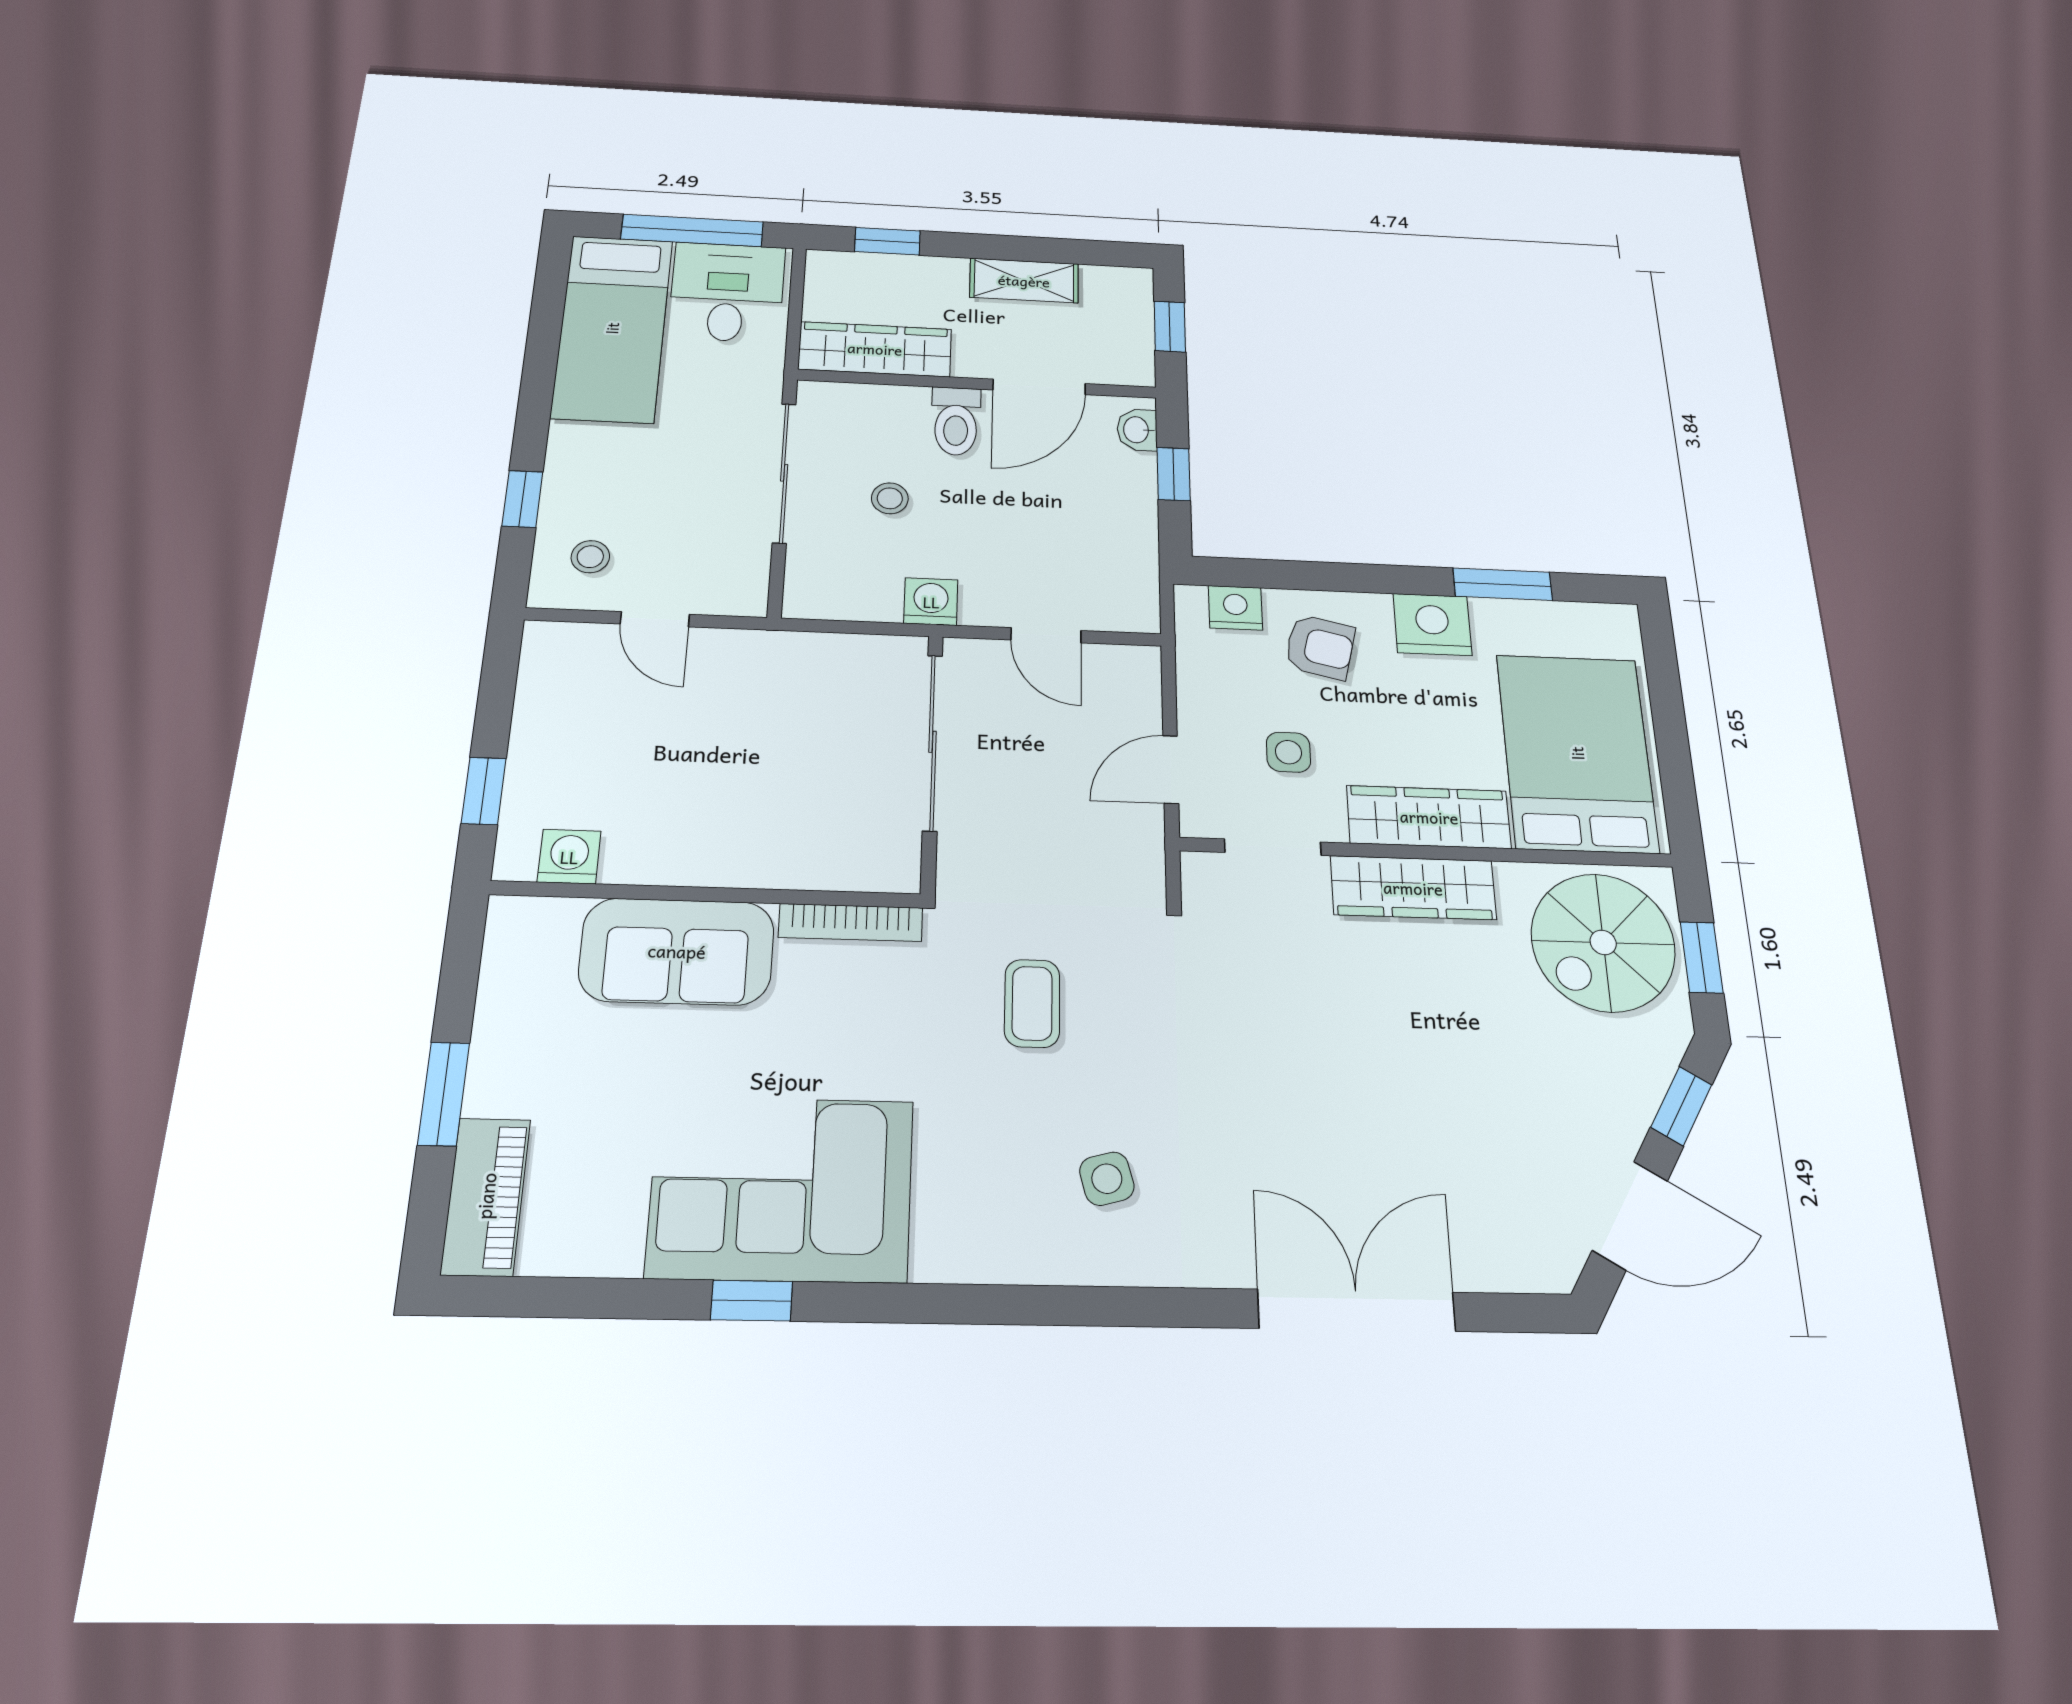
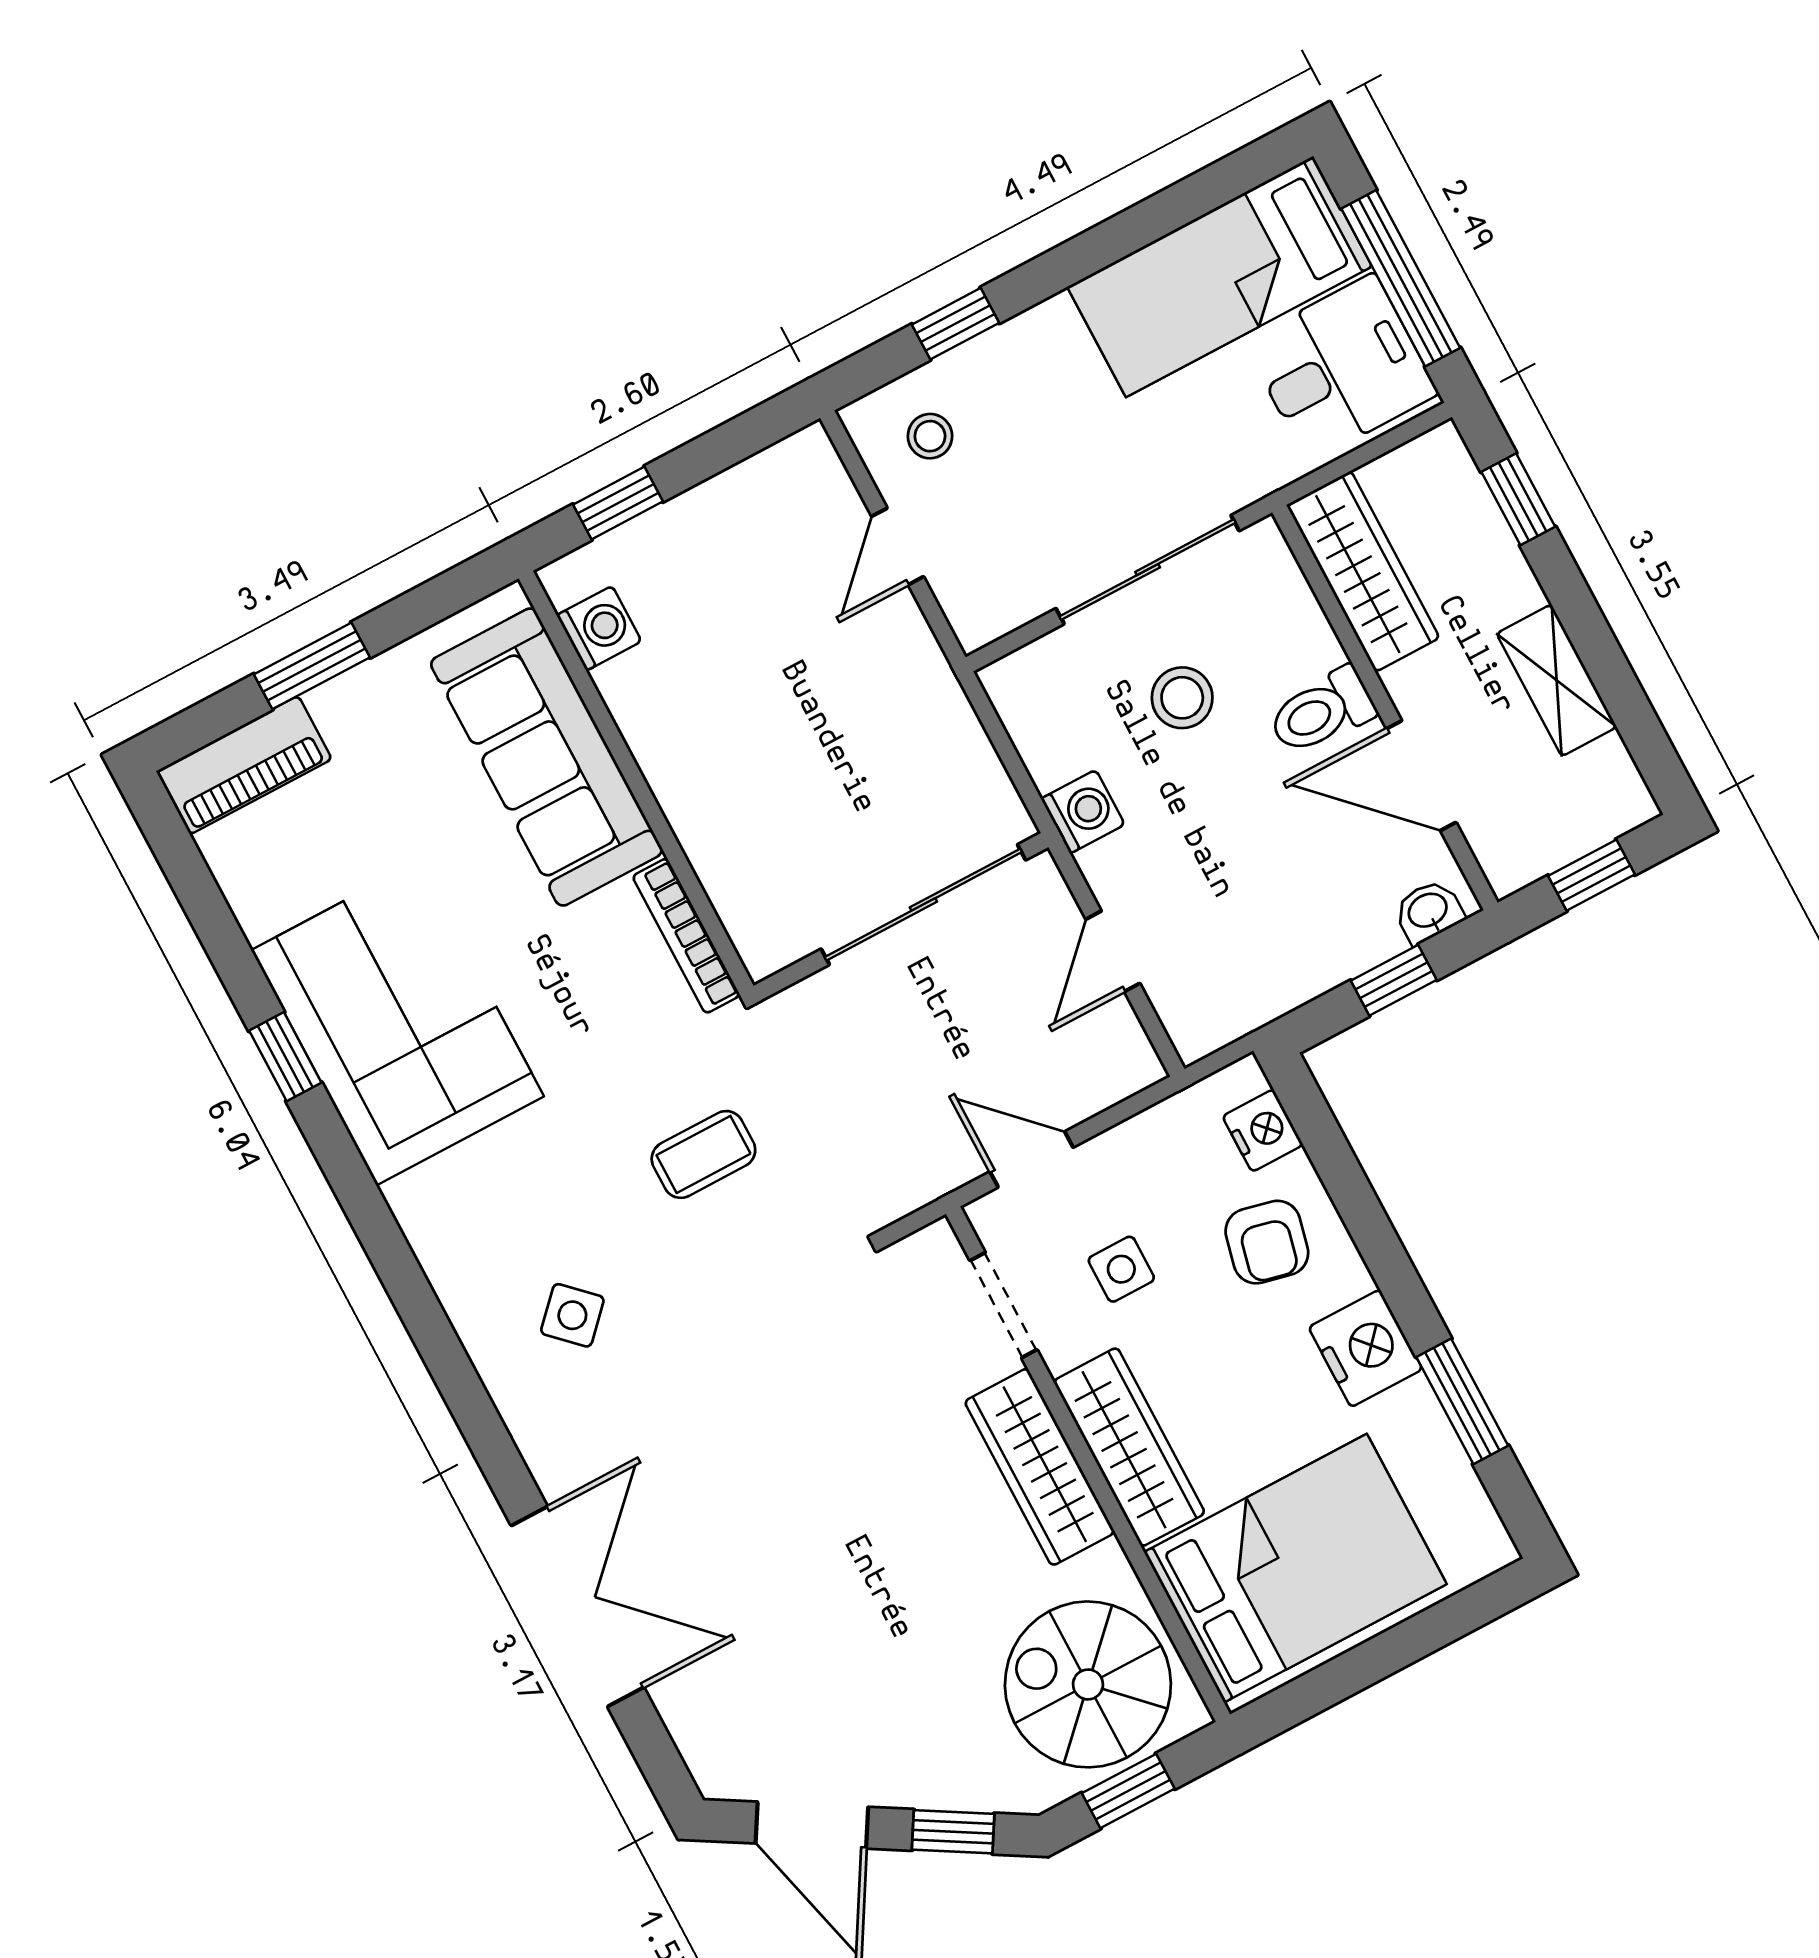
stool: (890, 498) -> (1182, 698), width x1.37, depth x1.37
sofa: (677, 951) -> (547, 757), width x1.36
side table: (1107, 1179) -> (572, 1315), turned -31

